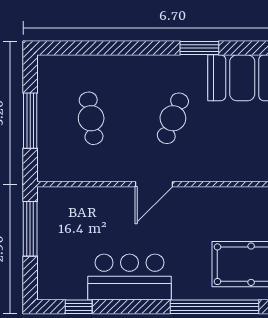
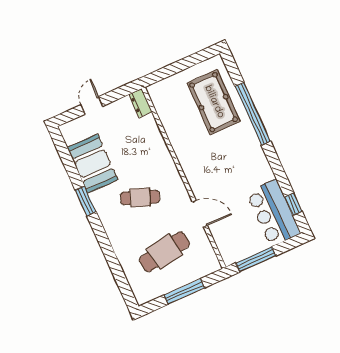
cafe table: (91, 118) -> (164, 252), width x1.37, depth x1.35
door: (154, 184) -> (200, 214), moved
bar counter: (129, 277) -> (274, 213), moved

